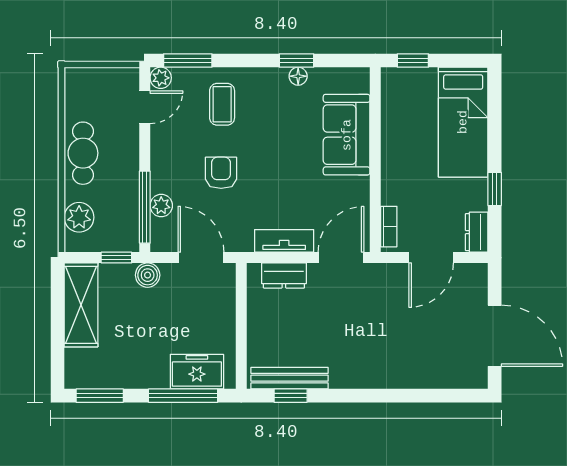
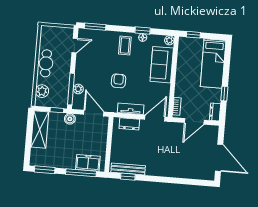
plant: (161, 78) -> (169, 40), moved
coffee table: (222, 104) -> (125, 45), moved
armchair: (221, 173) -> (119, 81), moved

